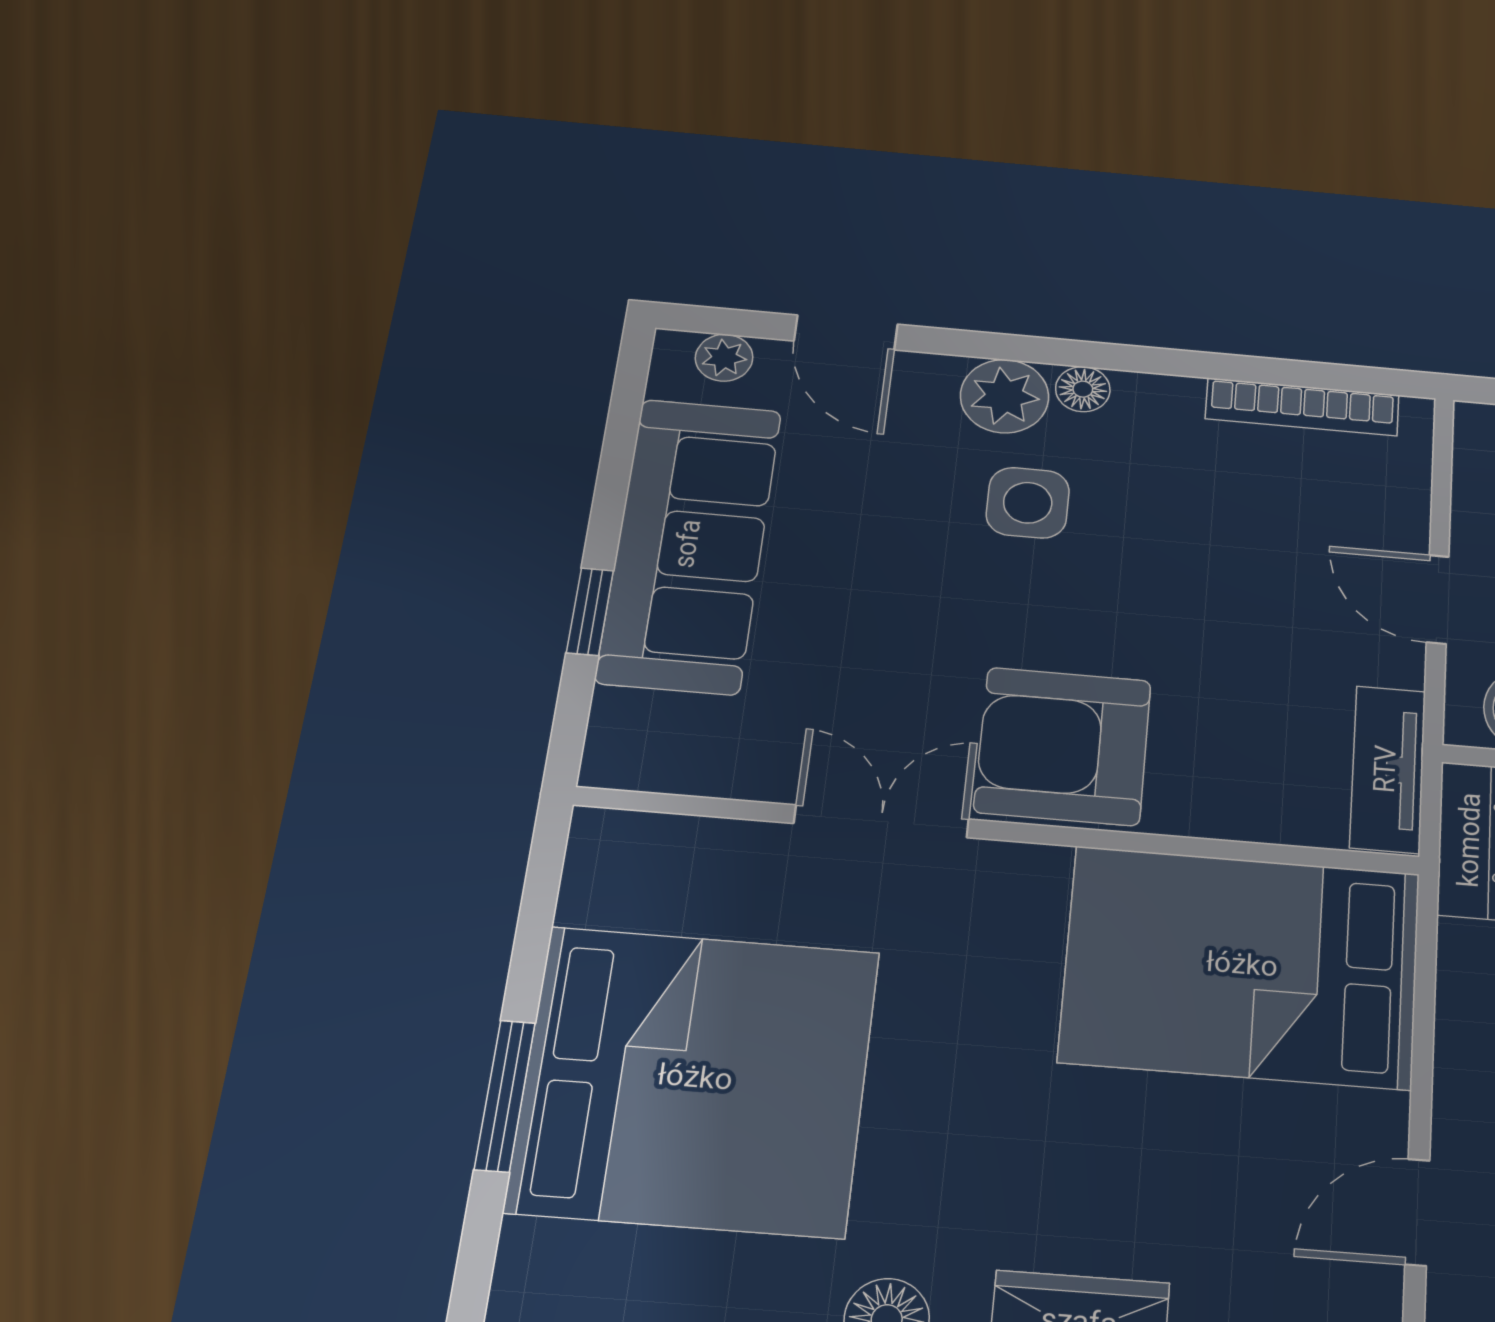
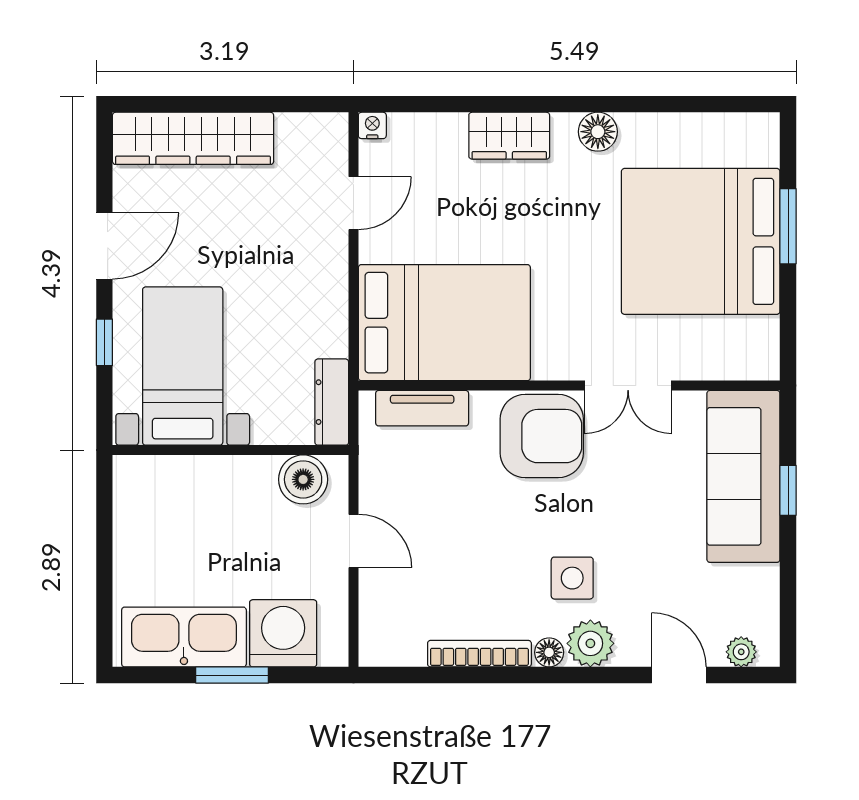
bookcase: (1302, 407) -> (479, 654), moved
sofa: (690, 544) -> (743, 476), moved
tv unit: (1388, 769) -> (422, 408), moved, turned 90

